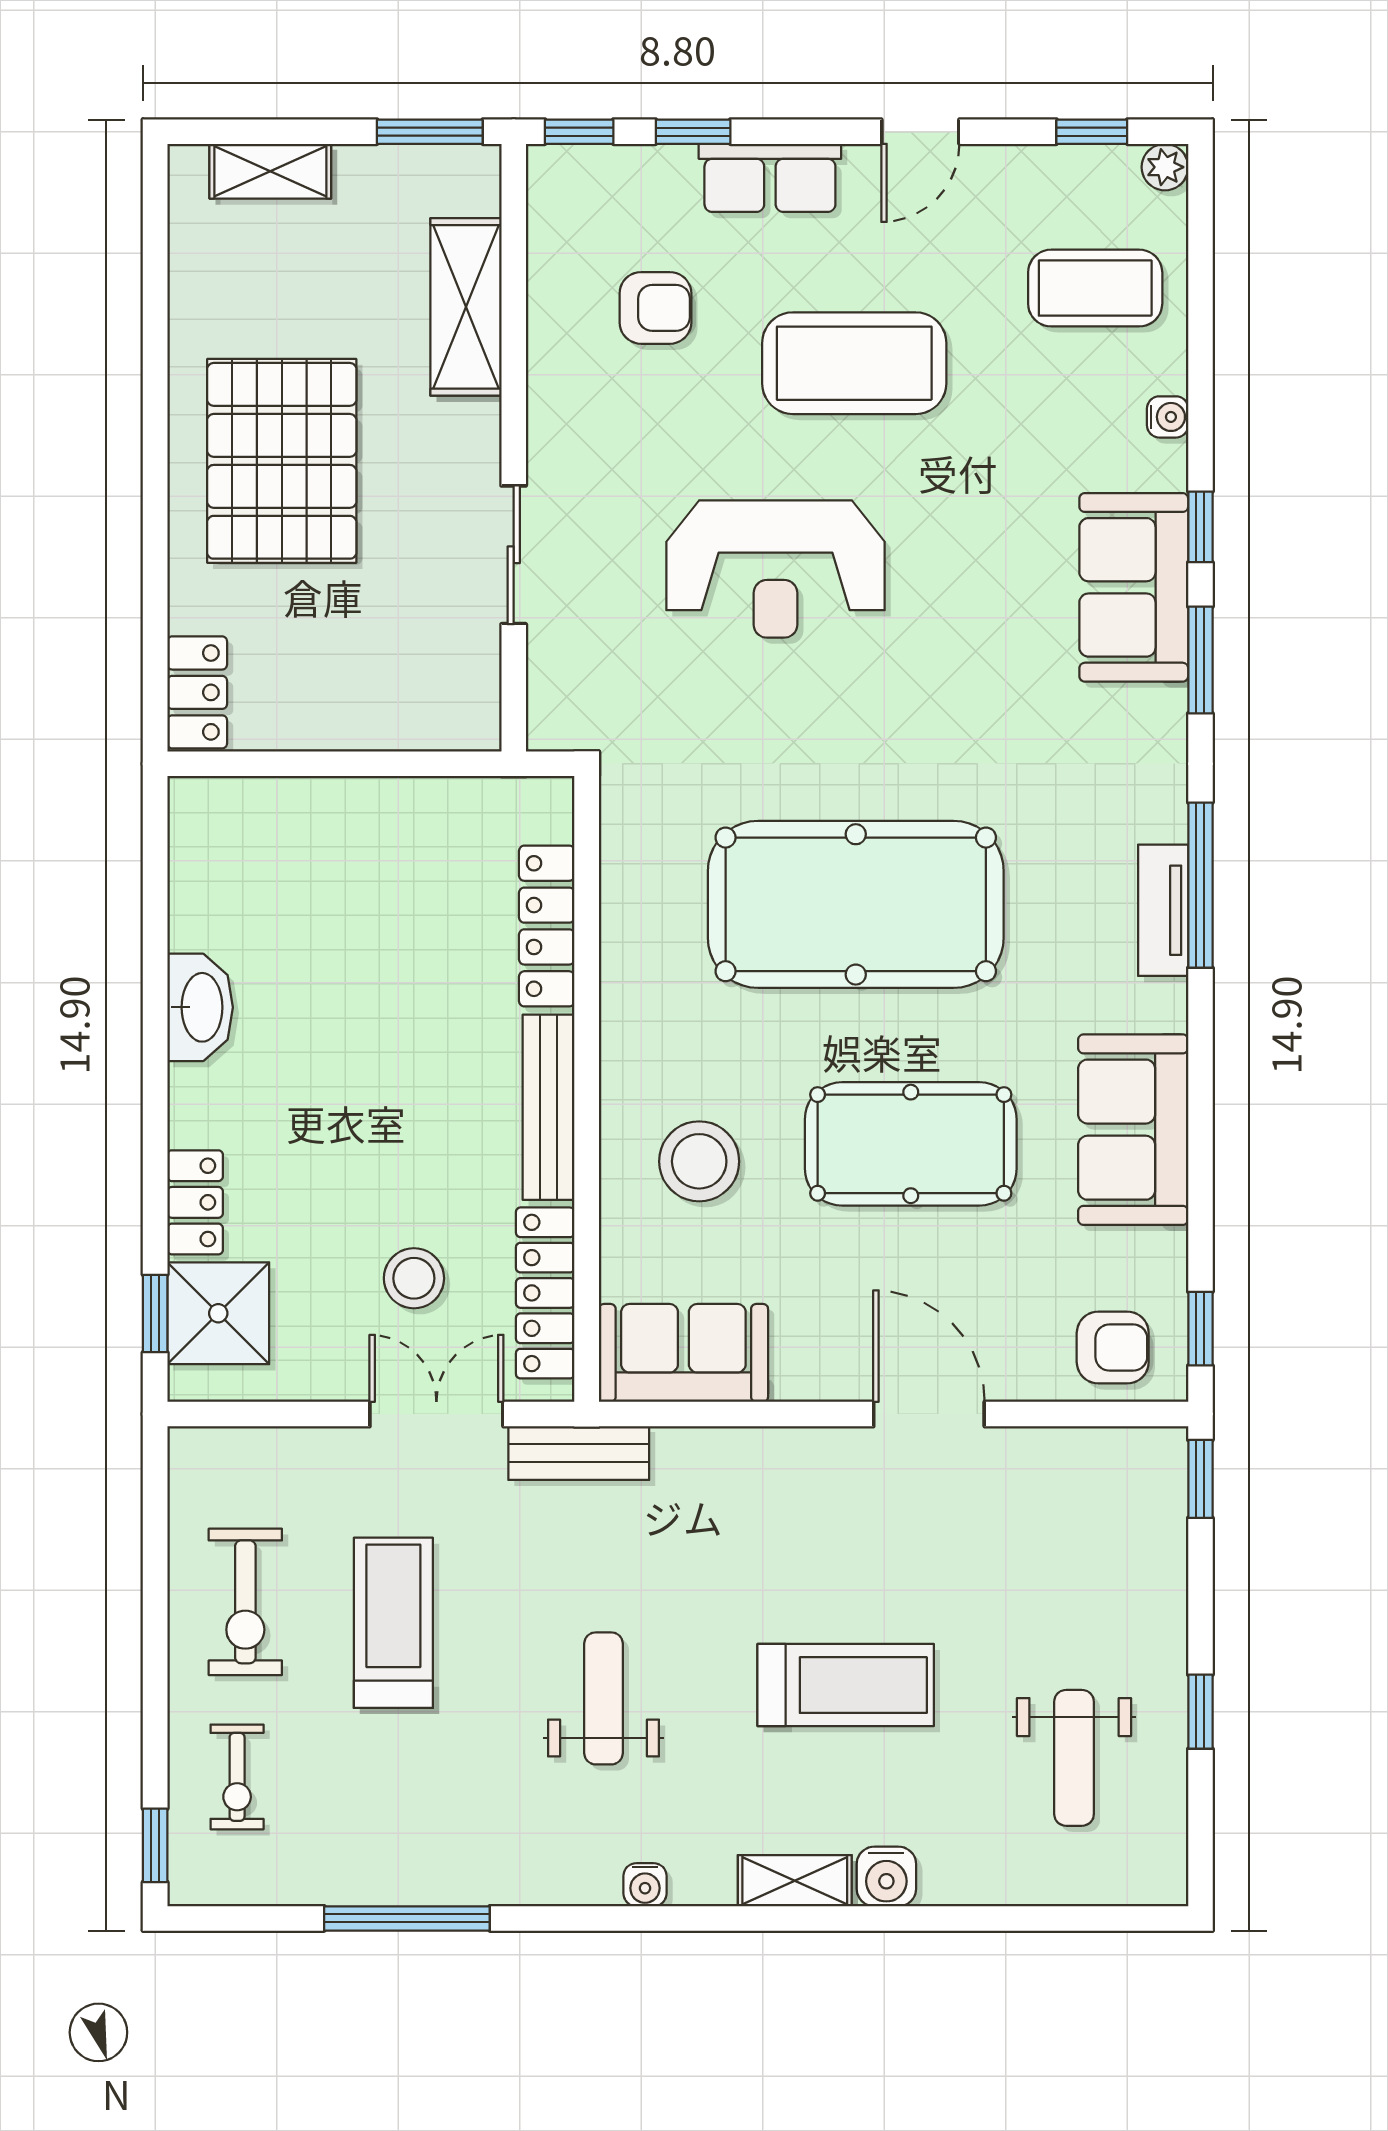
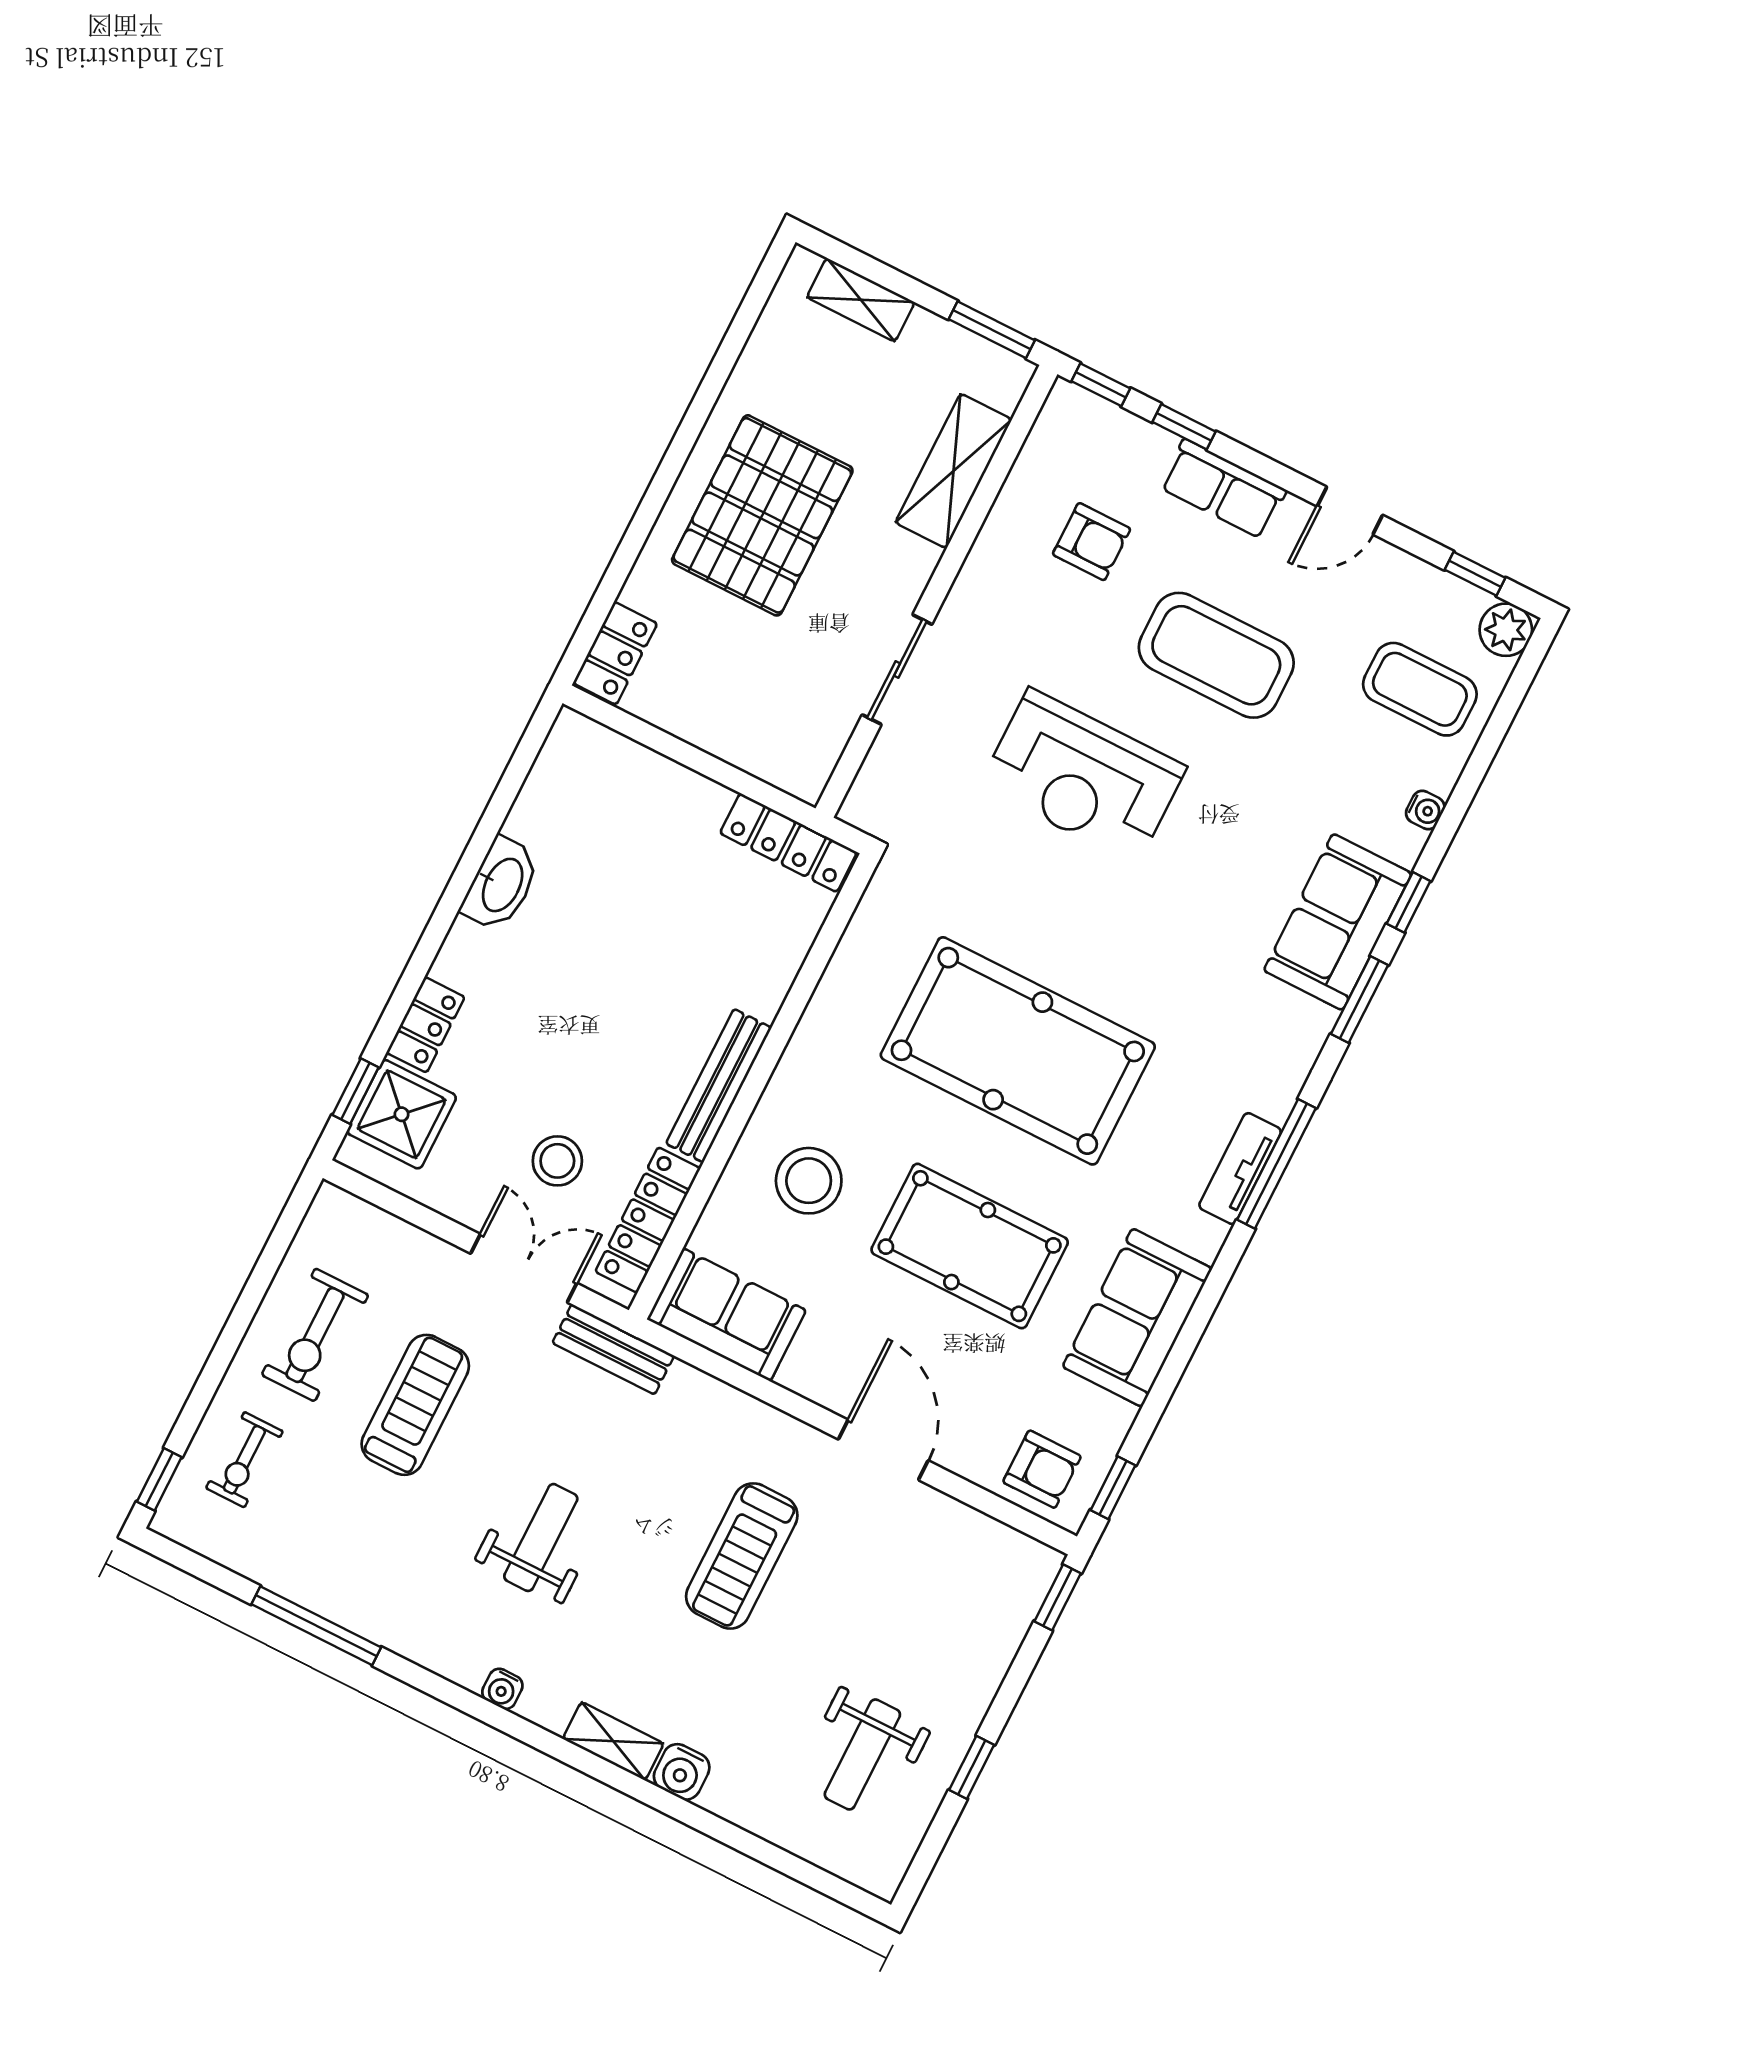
plant: (1165, 167) -> (1506, 630), width x1.38, depth x1.38
locker: (547, 926) -> (788, 843), moved, turned -90
treadmill: (846, 1685) -> (742, 1556), moved, turned 90

